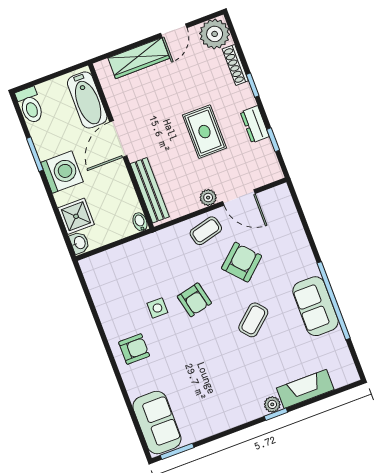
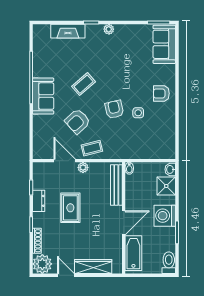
door: (174, 31) -> (66, 275), hinge flipped
sofa: (316, 306) -> (43, 96), moved
plant: (272, 404) -> (109, 29), moved

